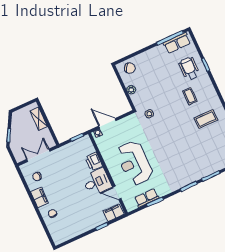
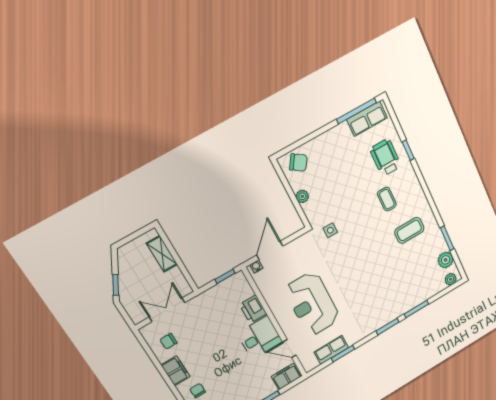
door: (107, 123) -> (270, 250), hinge flipped

